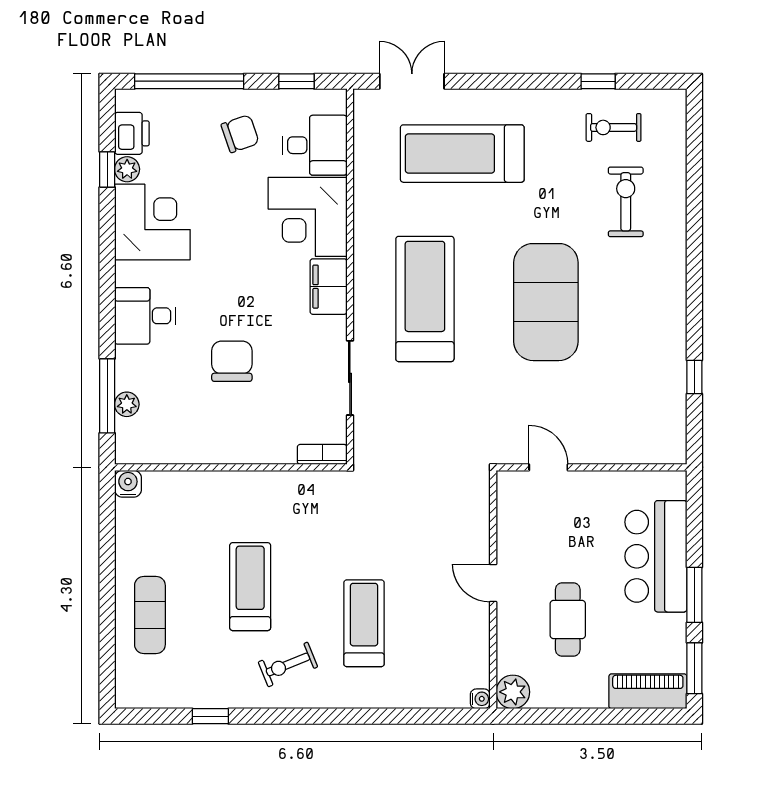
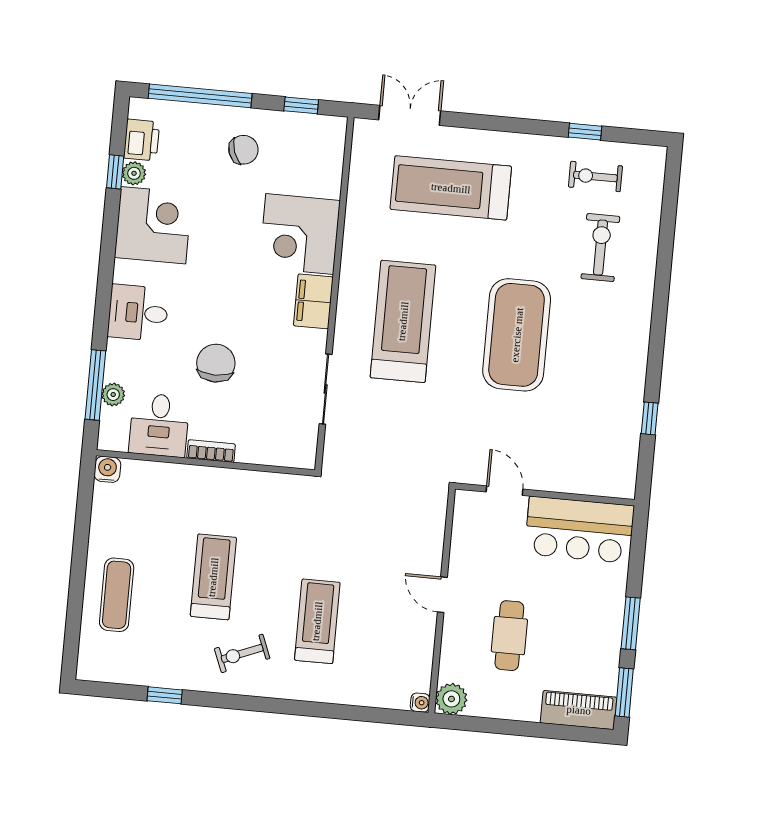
desk: (315, 145) -> (159, 425), moved, turned 90
bookcase: (322, 454) -> (211, 451), moved
bar counter: (656, 556) -> (579, 530), moved, turned -90

